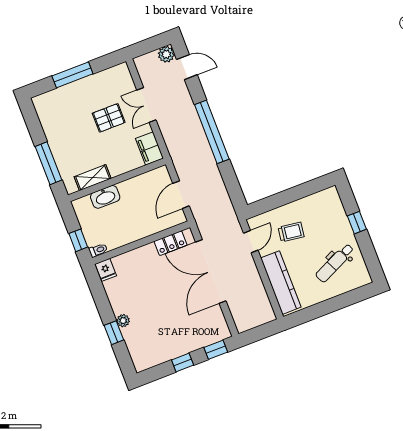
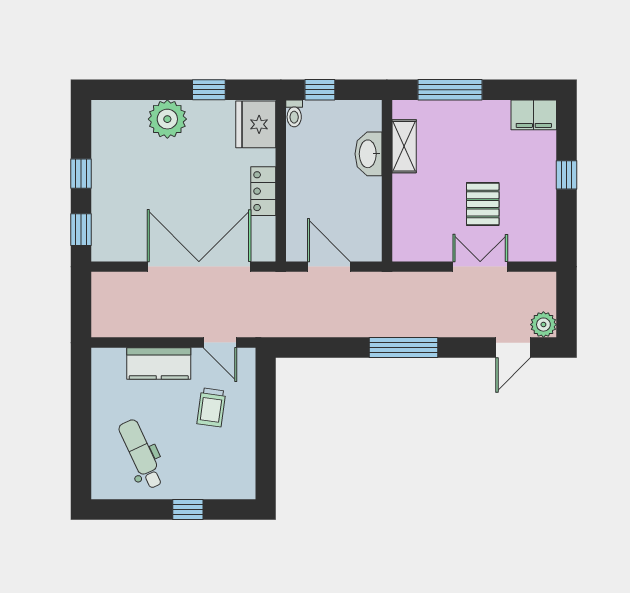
window: (72, 75) -> (567, 175), width x0.46
window: (212, 132) -> (404, 348), width x0.68
filing cabinet: (149, 148) -> (534, 115), moved, turned 180
locker: (171, 243) -> (263, 191), moved
fridge: (106, 270) -> (256, 124), width x1.88, depth x1.34
kitchen counter: (281, 283) -> (159, 364), width x0.67
plant: (123, 321) -> (167, 119), width x1.88, depth x1.88
window: (114, 333) -> (209, 90), moved

